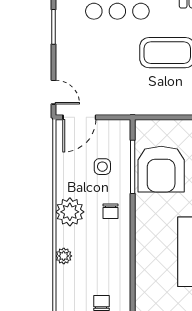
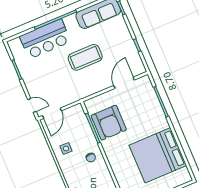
side table: (102, 167) -> (66, 149), moved
plant: (70, 212) -> (69, 167), removed

